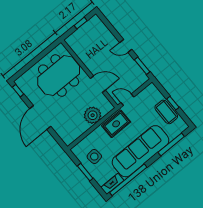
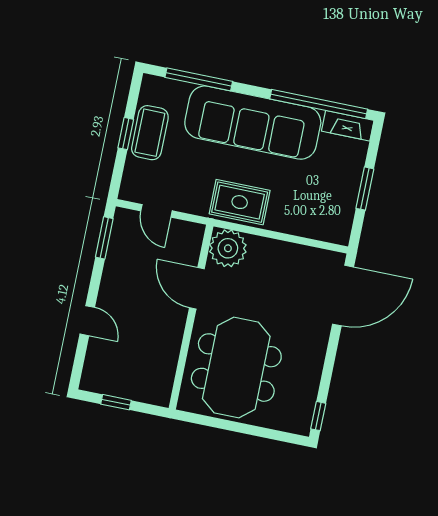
door: (126, 46) -> (87, 321), moved
meeting table: (59, 75) -> (236, 368), turned 90
door: (127, 100) -> (157, 211), moved
plant: (93, 115) -> (228, 248), moved
door: (40, 118) -> (343, 296), moved
side table: (94, 157) -> (326, 194), removed

